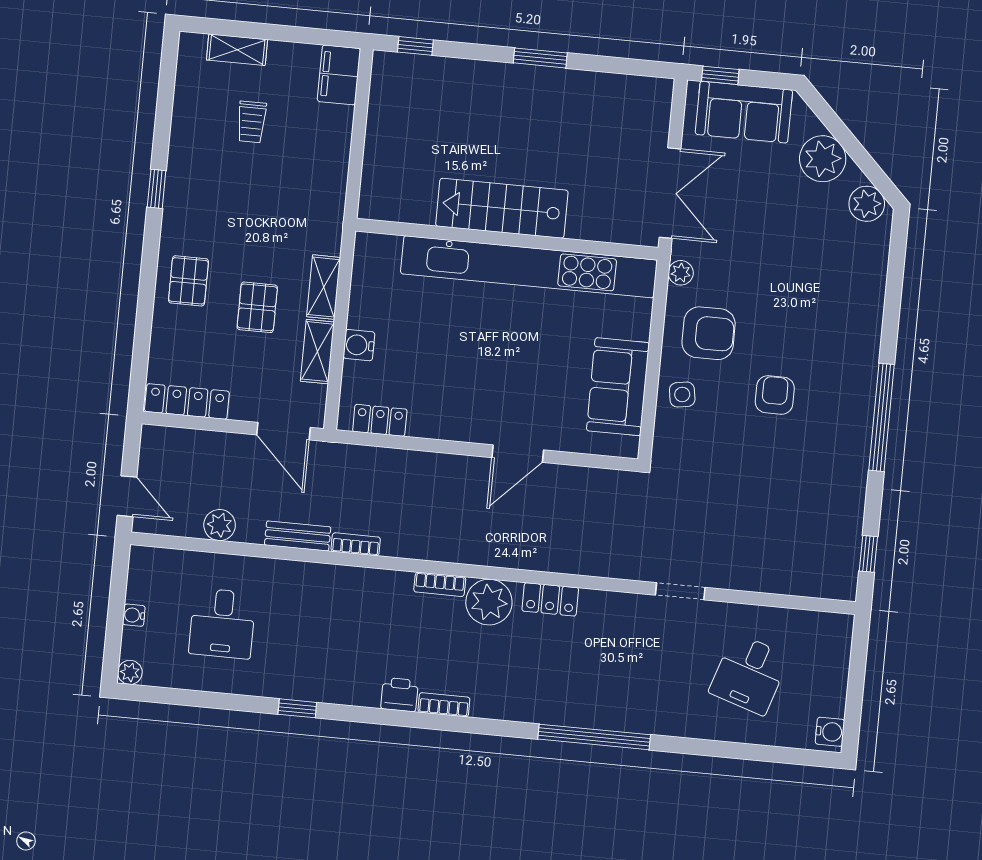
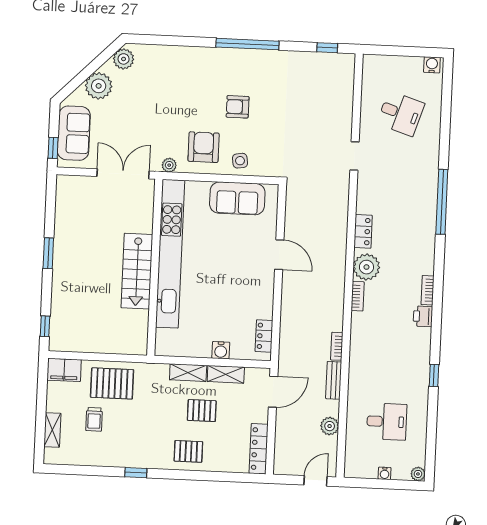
trolley: (252, 122) -> (94, 419), turned 90
pallet: (311, 156) -> (112, 383), added

